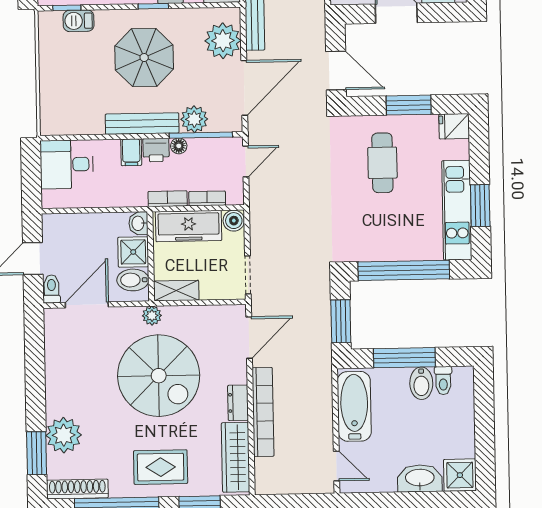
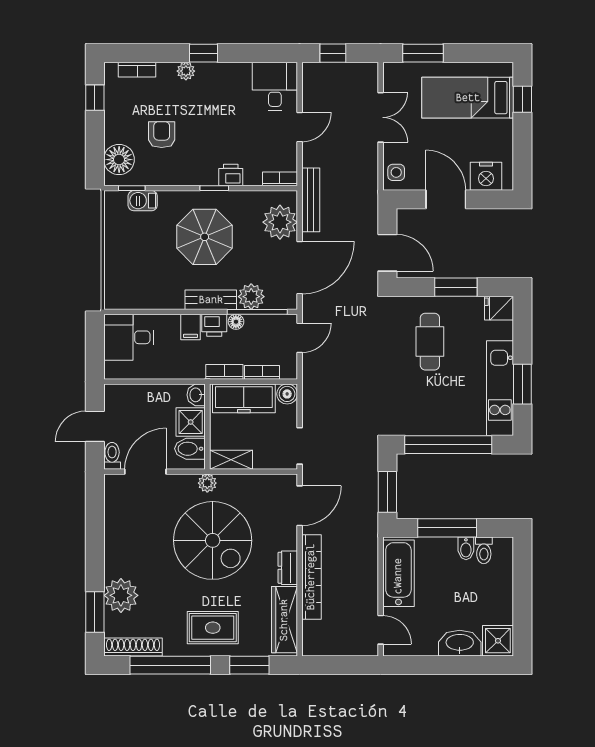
bench: (142, 124) -> (211, 300), width x0.73
bidet: (421, 383) -> (466, 548), width x0.72, depth x0.74

